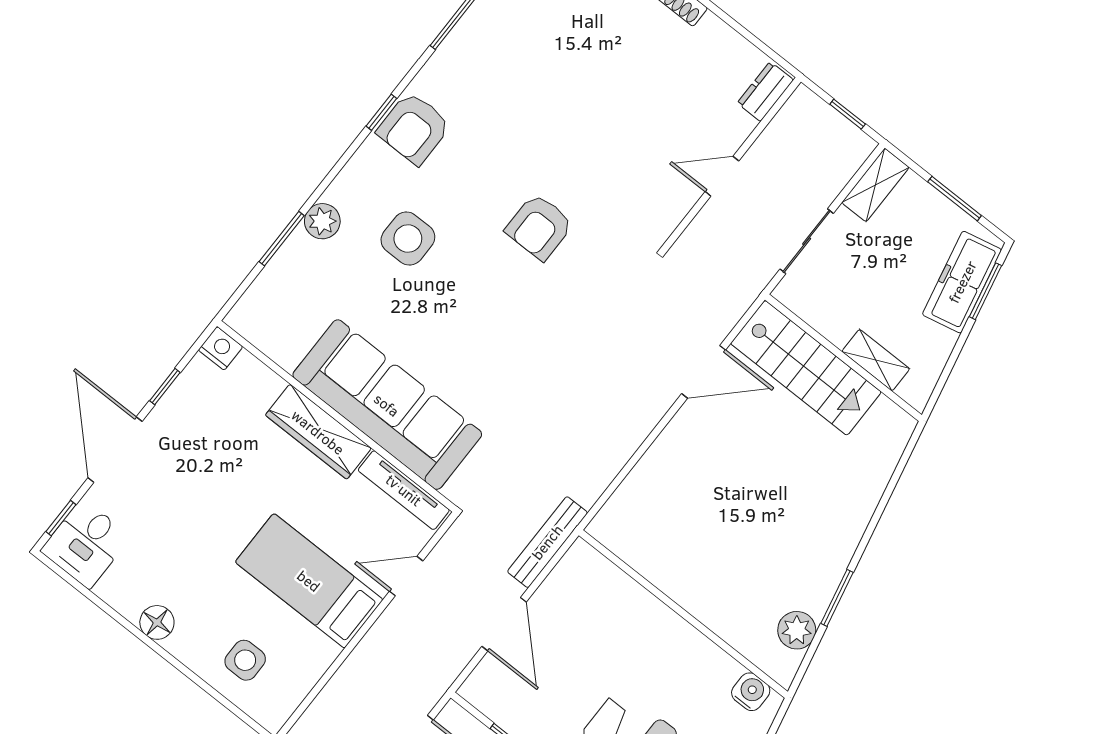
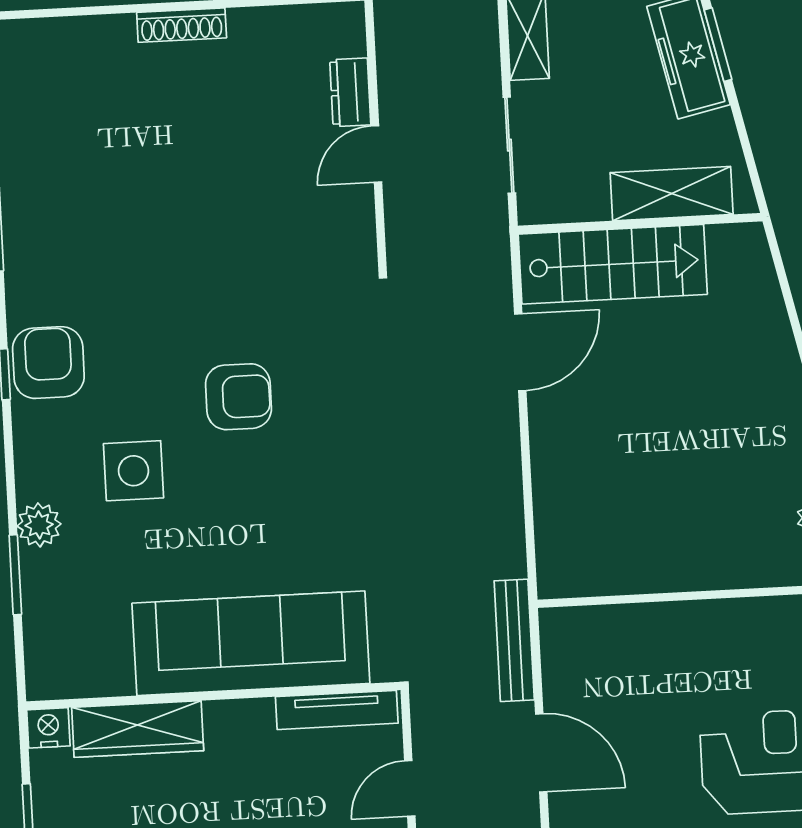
dresser: (765, 92) -> (350, 92), moved
armchair: (414, 128) -> (48, 363), turned 180
armchair: (539, 227) -> (238, 397), moved, turned -90
shelving: (876, 360) -> (672, 194), width x1.50, depth x1.33
wardrobe: (318, 432) -> (138, 729), moved

